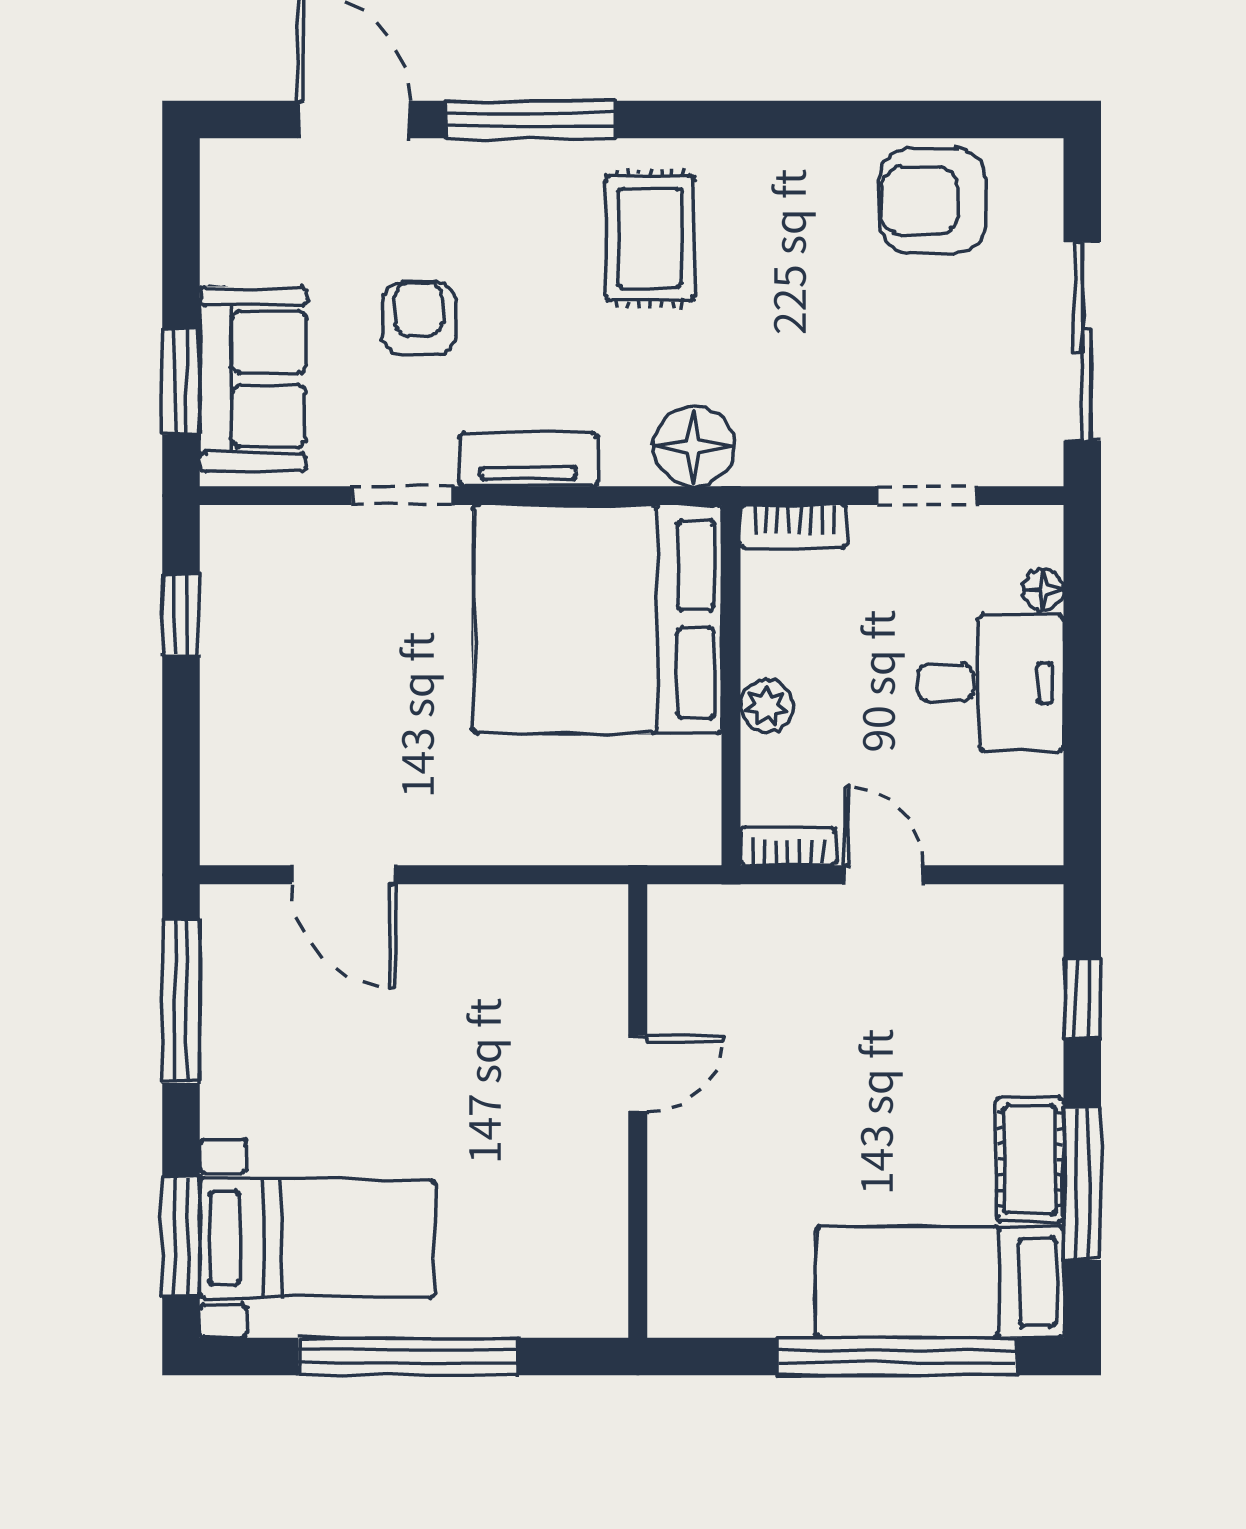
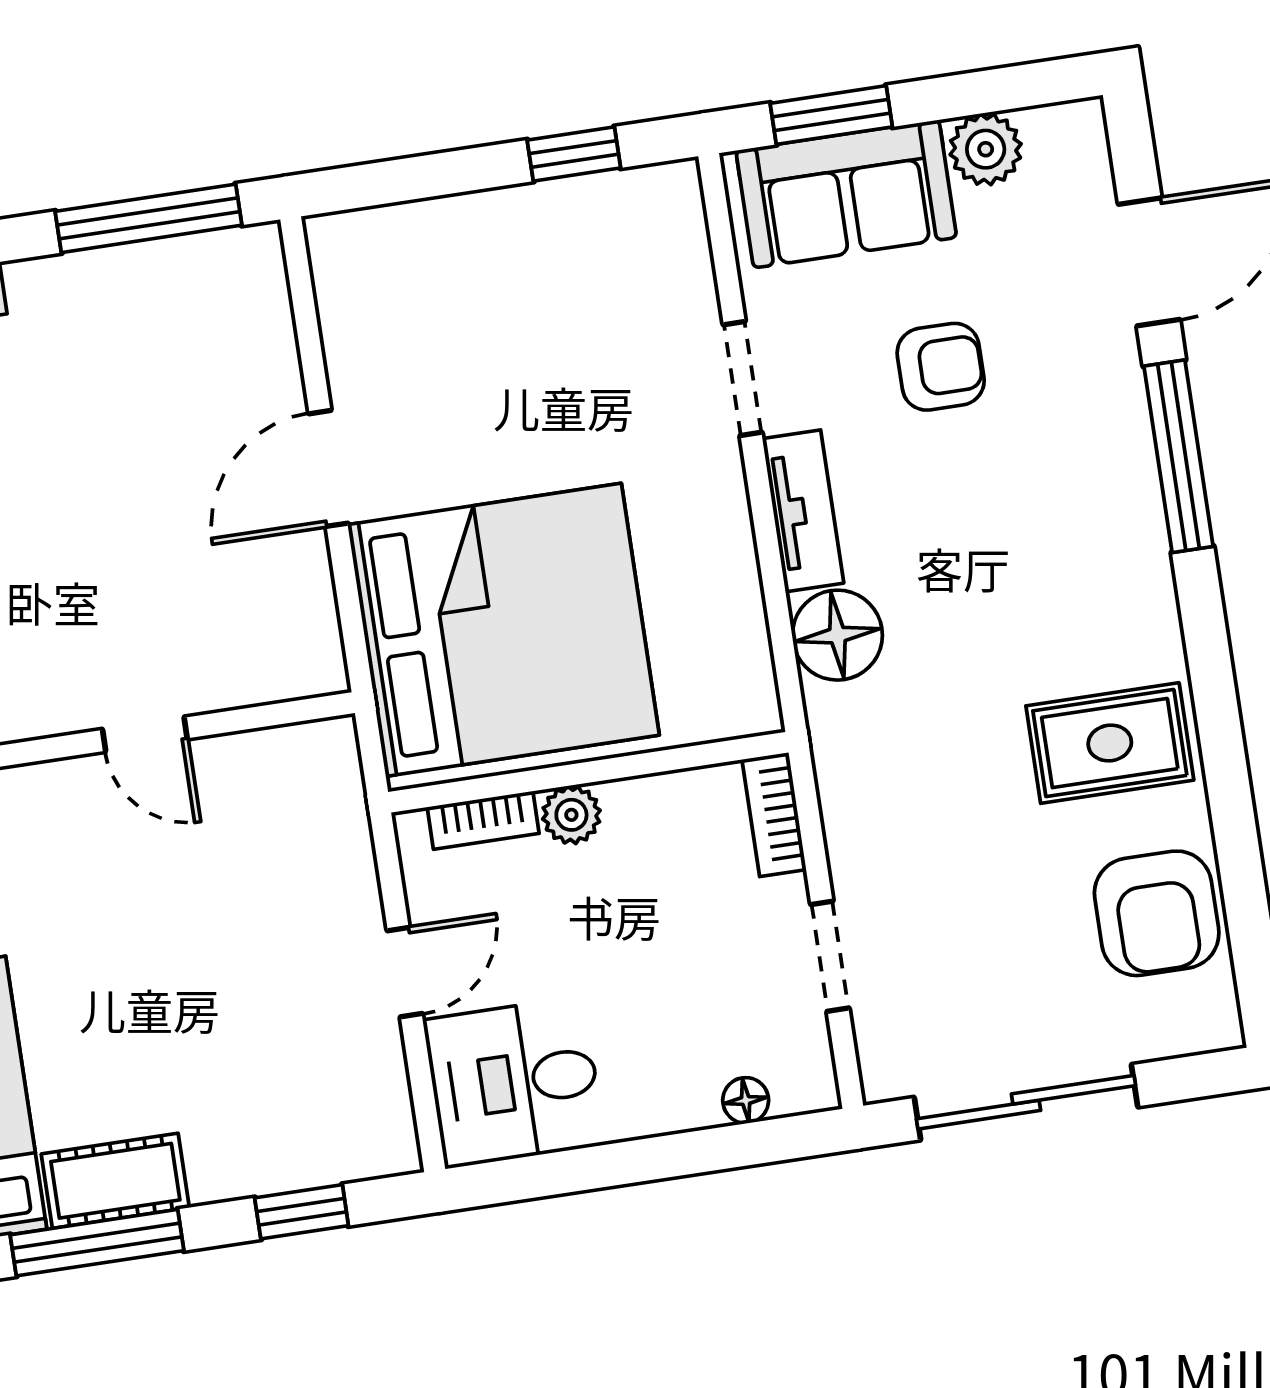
armchair: (932, 200) -> (1157, 913), turned 180
rug: (650, 238) -> (1110, 743), moved
plant: (232, 249) -> (986, 149), added
floor lamp: (694, 446) -> (837, 635), moved
bed: (598, 619) -> (503, 630), moved, turned 90
desk: (991, 683) -> (514, 1082), moved, turned 90
bookcase: (788, 846) -> (483, 820), moved, turned 90
door: (344, 875) -> (329, 468), moved

